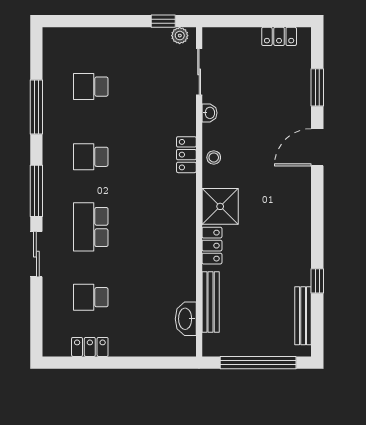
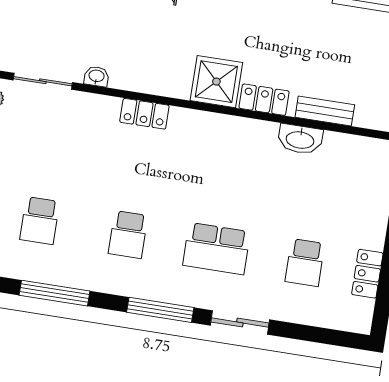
stool: (214, 157) -> (153, 80), removed
bench: (211, 302) -> (325, 111), width x0.73
washbasin: (186, 319) -> (300, 139), moved

